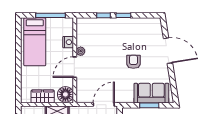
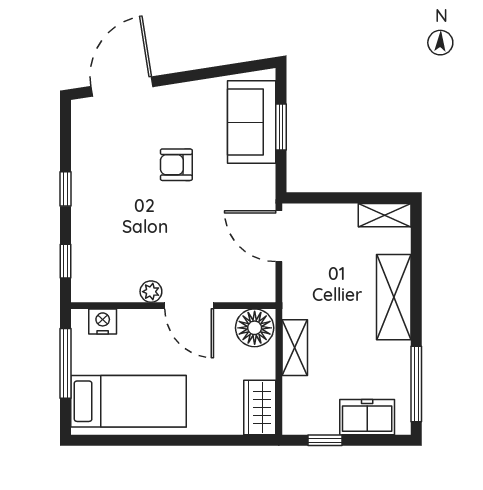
window: (104, 15) -> (66, 261), moved
nightstand: (68, 42) -> (103, 321), moved
door: (168, 51) -> (122, 86), moved
wardrobe: (43, 97) -> (260, 408), moved

